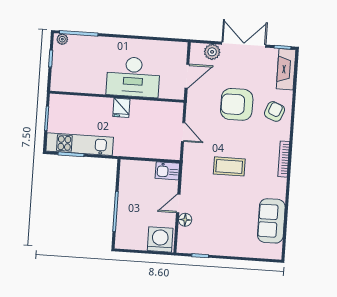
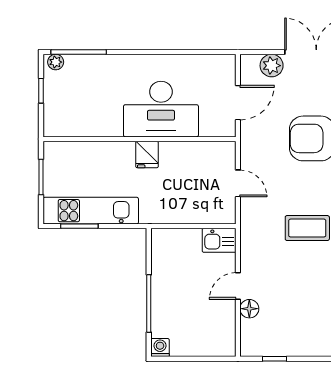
washing machine: (160, 239) -> (160, 348), moved, width x0.53, depth x0.53

